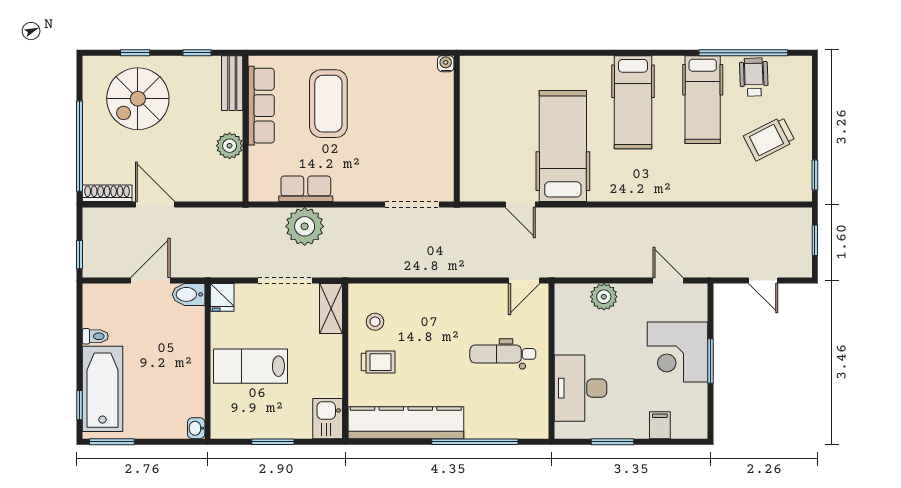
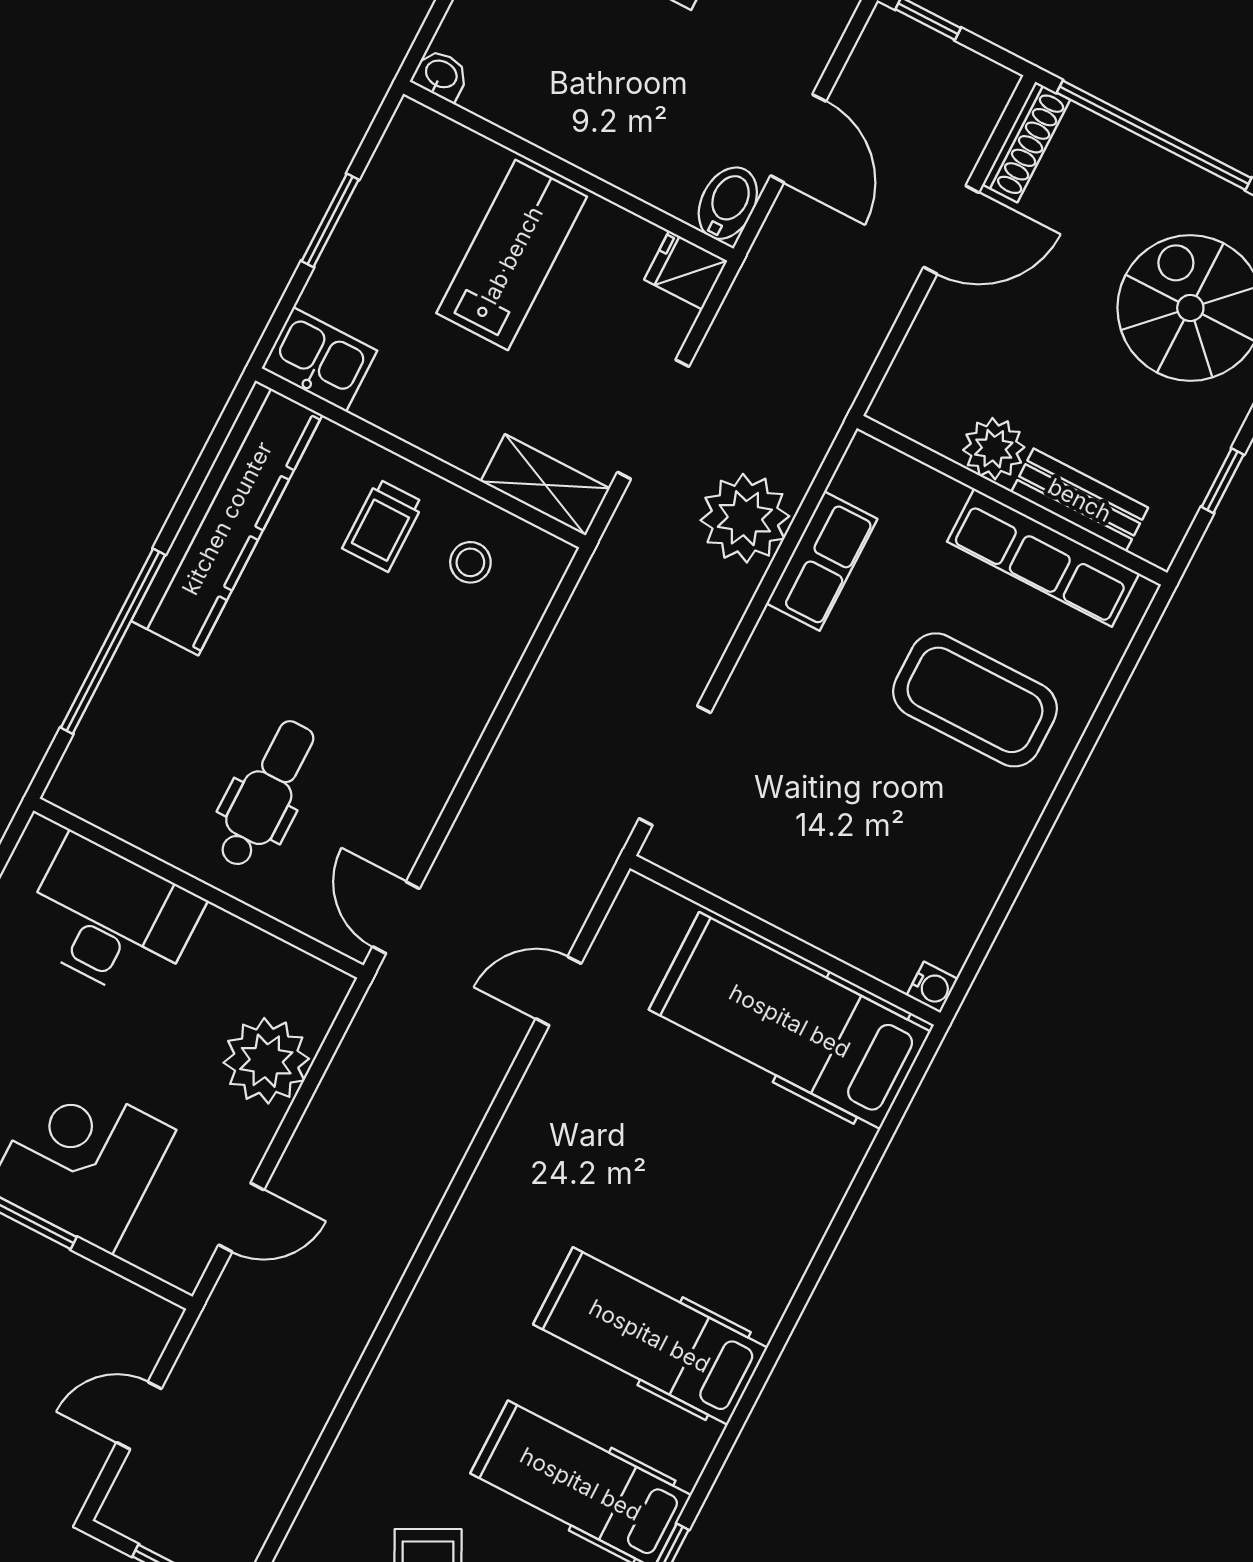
bench: (232, 83) -> (1080, 500), moved
hospital bed: (563, 146) -> (790, 1021), moved, turned 180
plant: (604, 297) -> (266, 1061), width x1.36, depth x1.36

